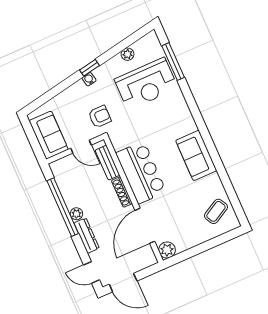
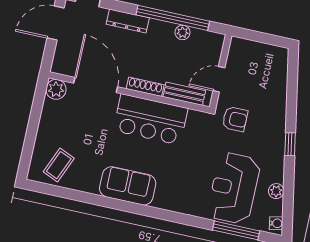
water cooler: (89, 79) -> (276, 223), moved
armchair: (100, 117) -> (235, 119), turned -90
sofa: (49, 135) -> (253, 56), removed
coffee table: (216, 211) -> (59, 165), turned 52
plant: (76, 214) -> (183, 32), moved

